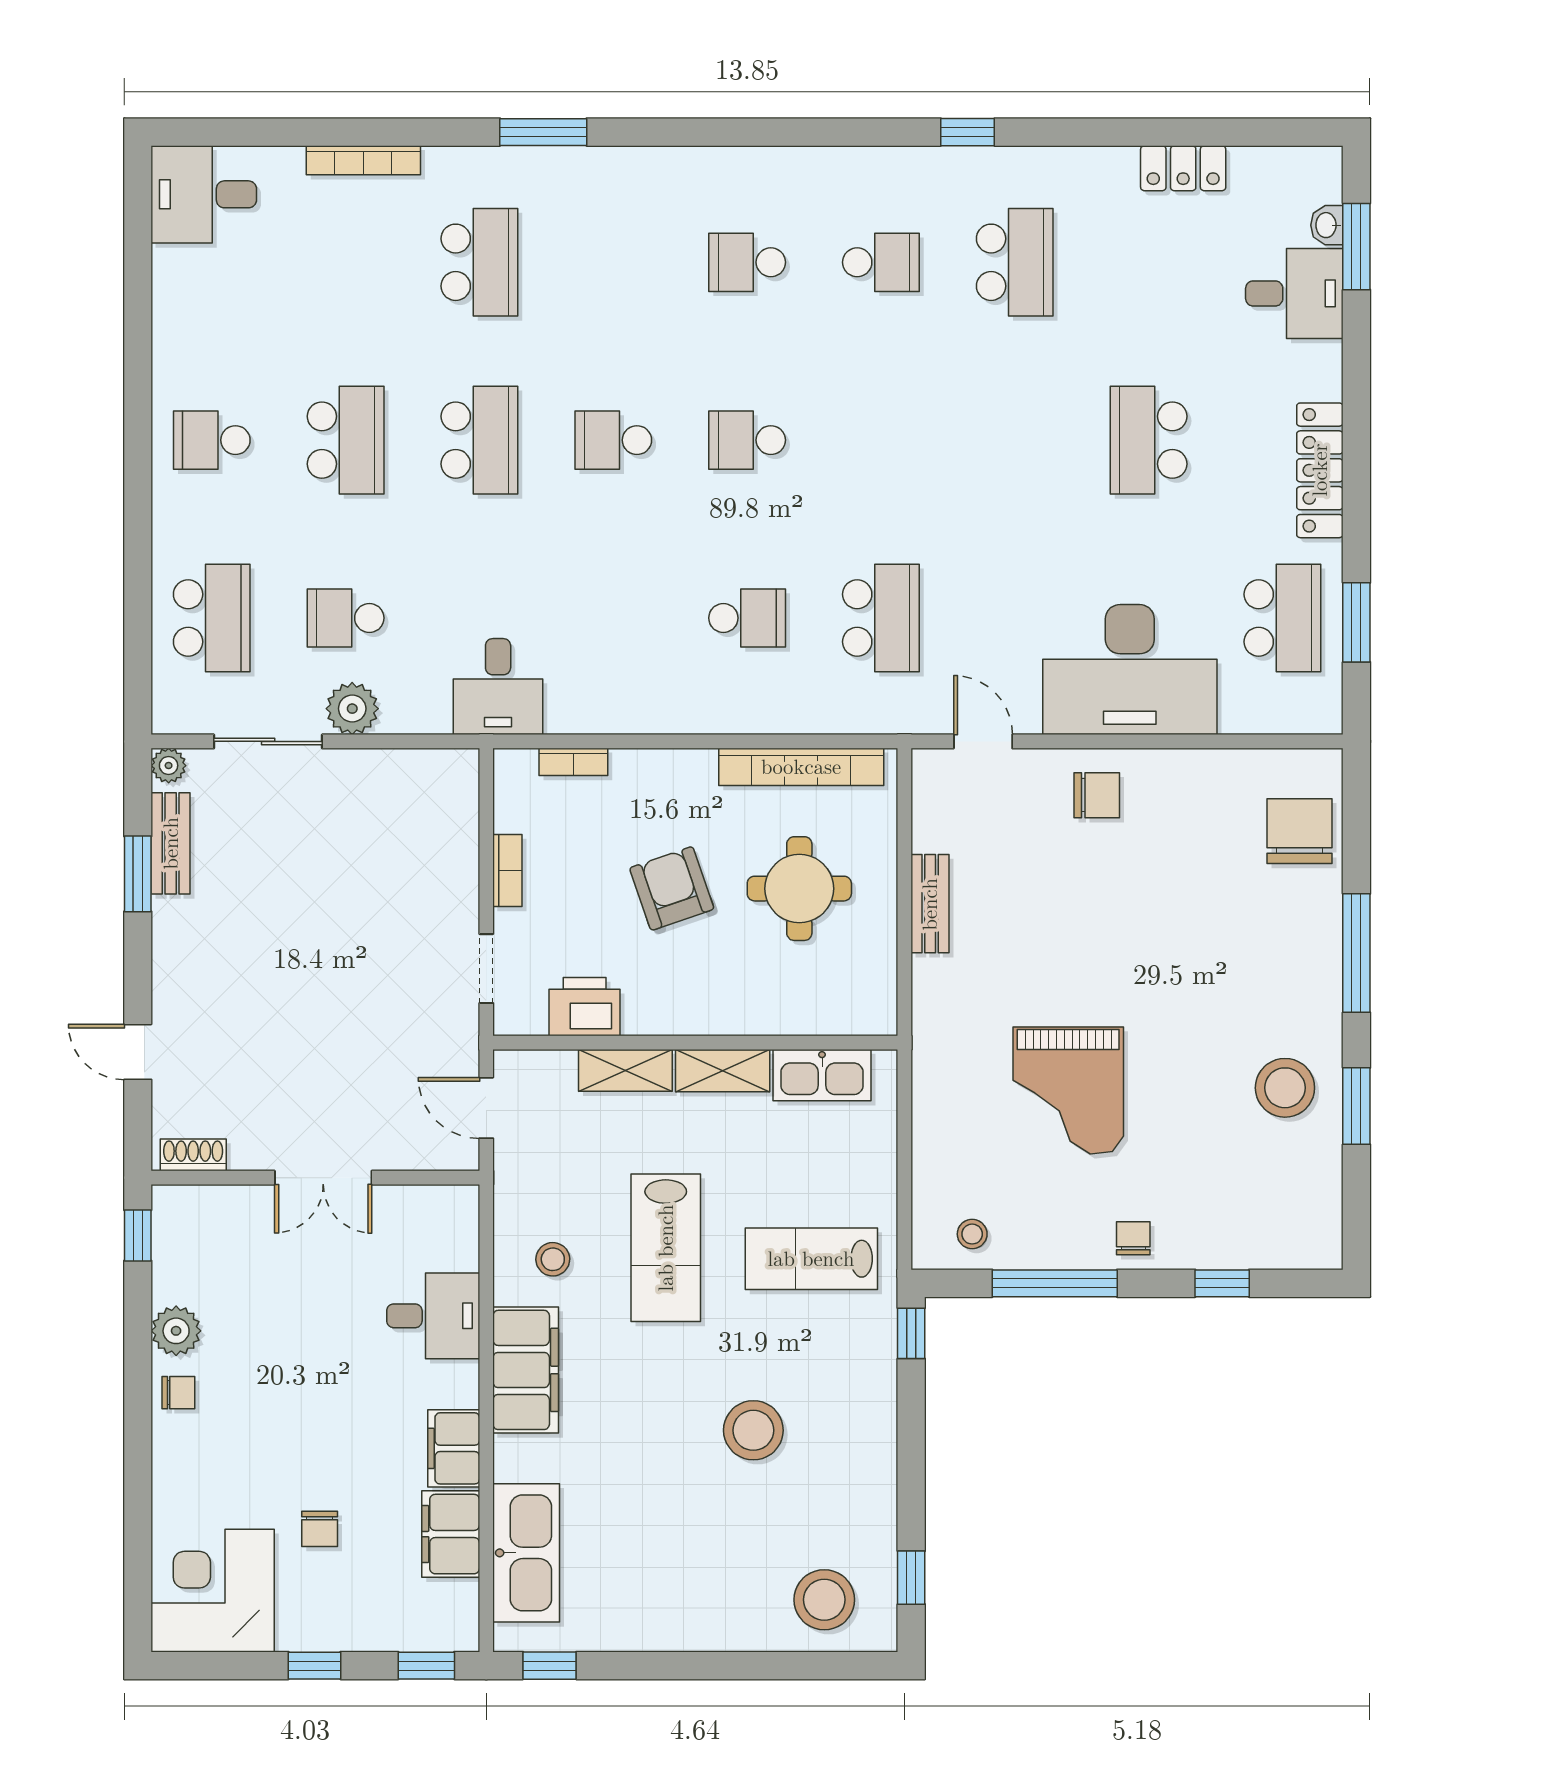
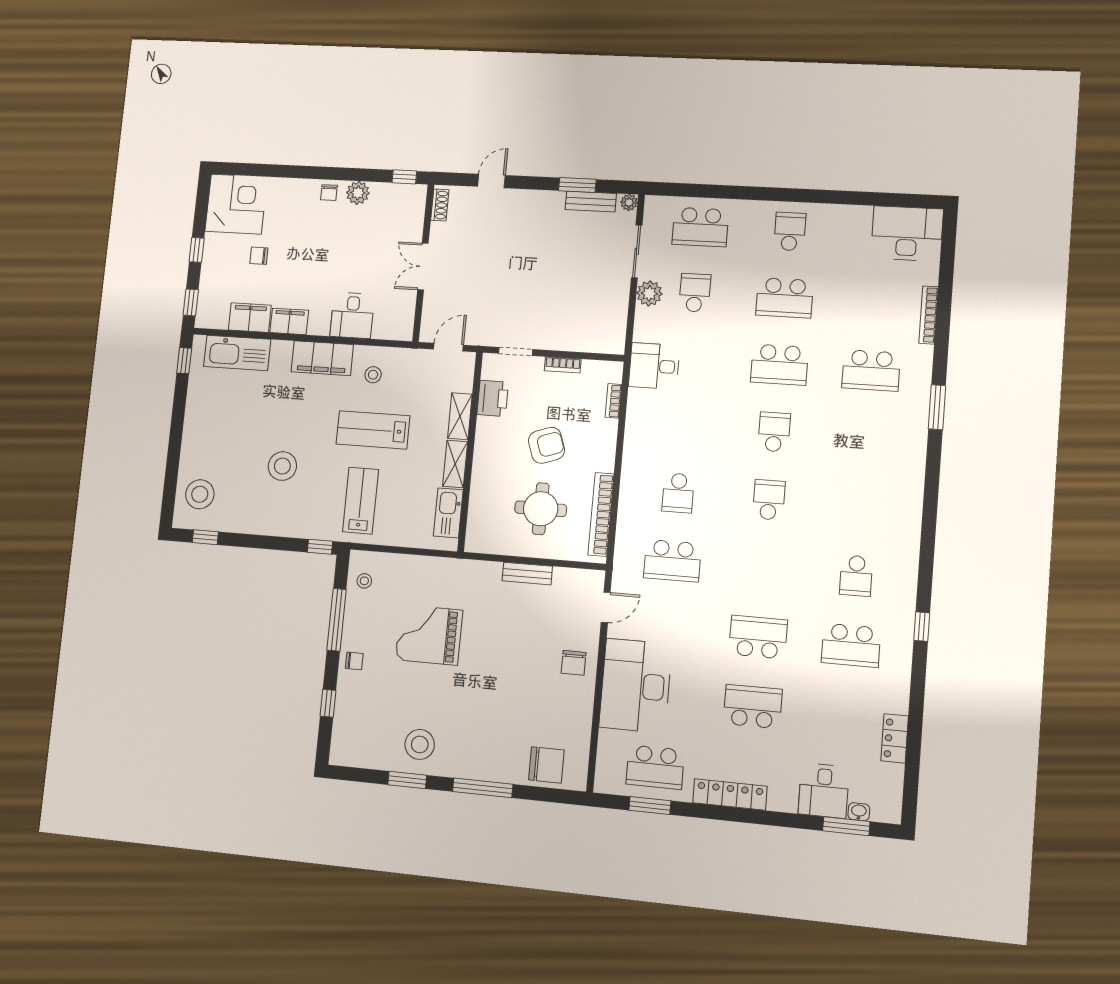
desk: (204, 194) -> (907, 233), width x1.37
school desk: (747, 262) -> (758, 637), moved, width x1.85

